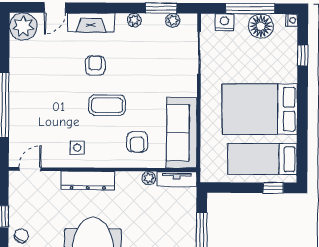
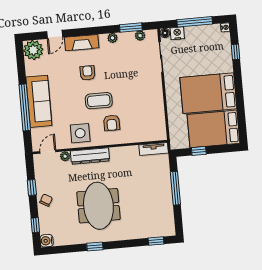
floor lamp: (261, 26) -> (165, 33), moved, width x0.53, depth x0.53
sofa: (182, 133) -> (39, 101), moved, turned 180
armchair: (137, 142) -> (112, 123), moved
side table: (77, 148) -> (80, 133), width x1.87, depth x1.87
bed: (262, 159) -> (214, 129), width x1.50
plant: (149, 178) -> (65, 156), moved
window: (273, 188) -> (199, 151), moved

